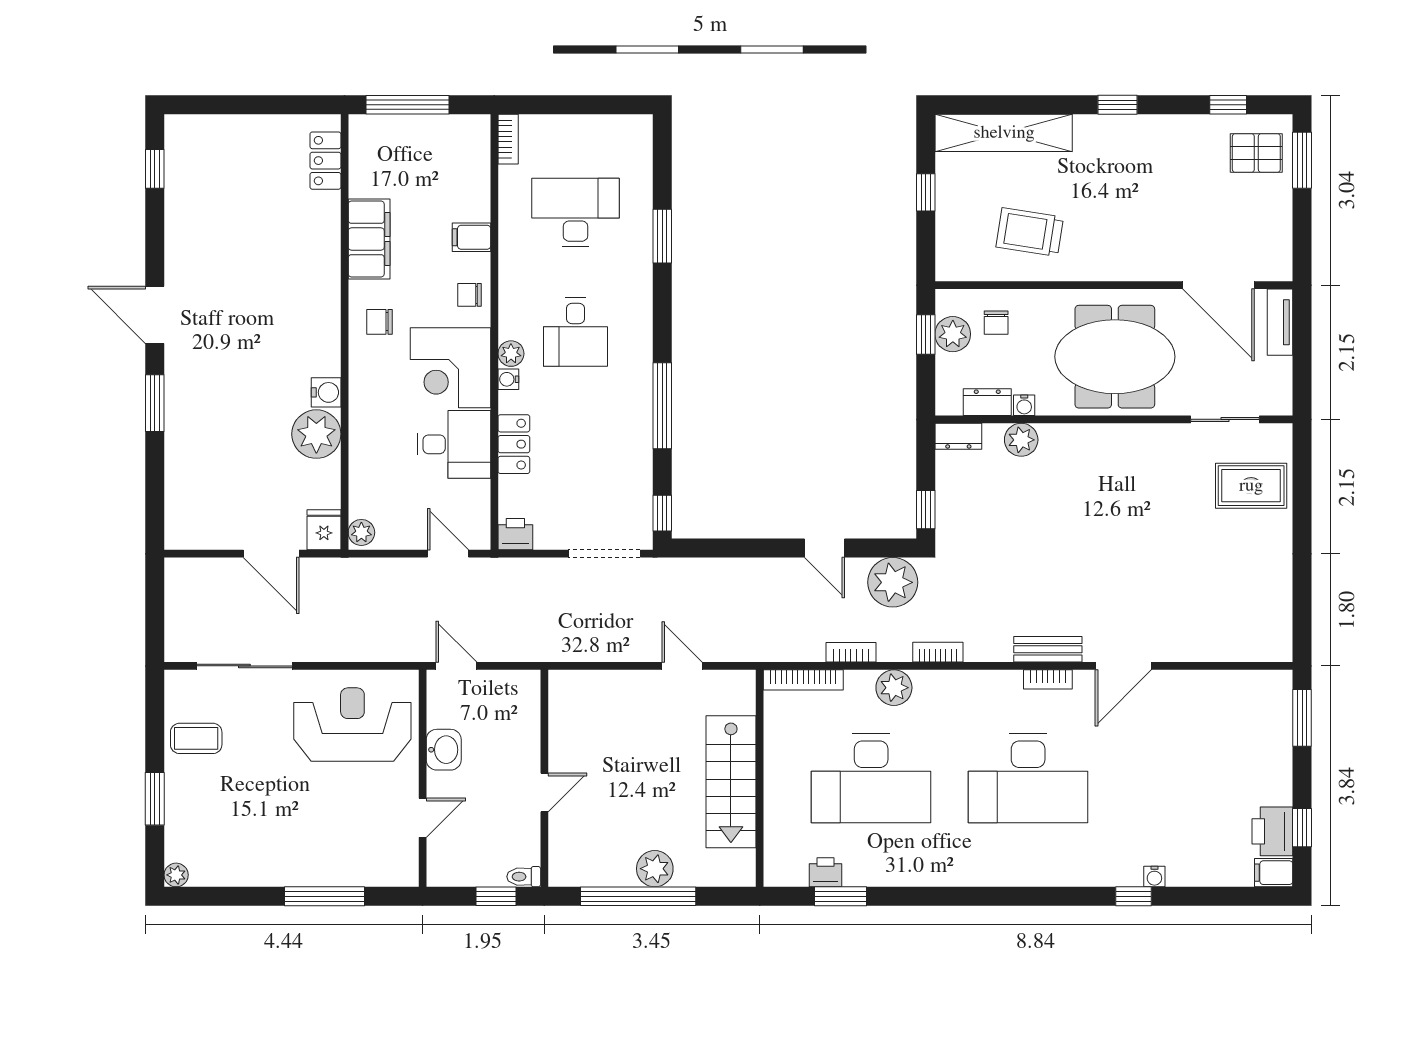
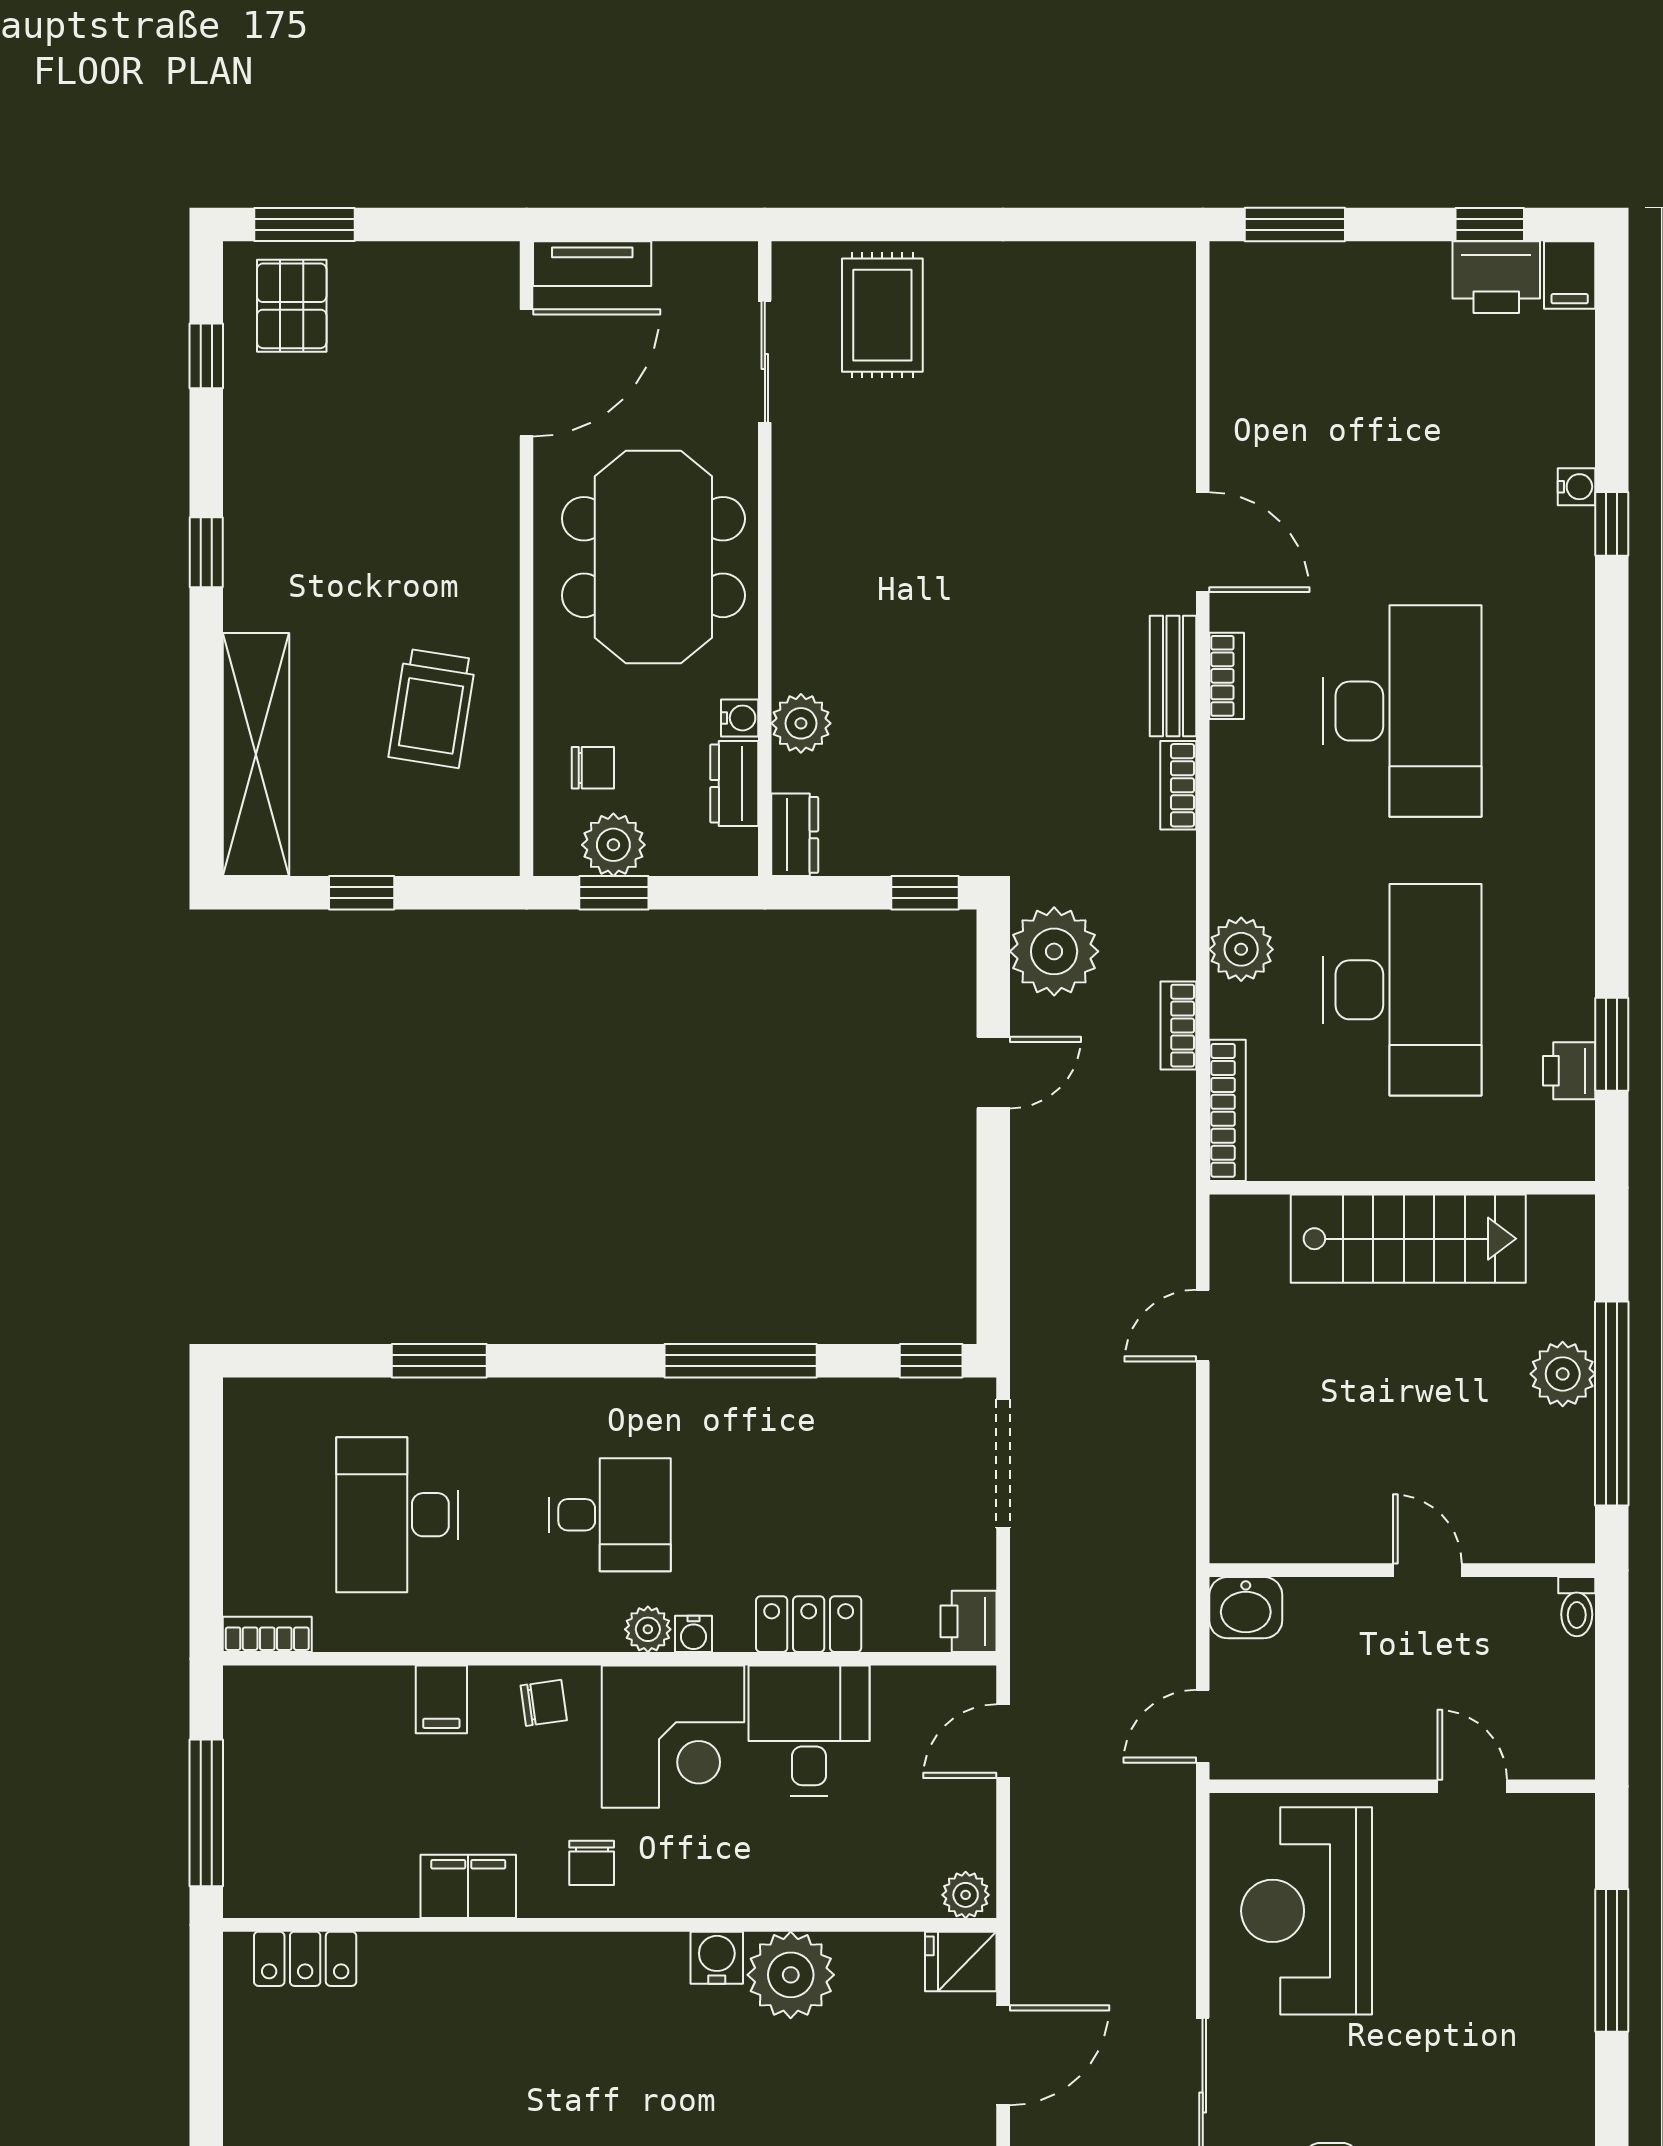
filing cabinet: (369, 239) -> (468, 1886), width x0.67, depth x0.86
chair: (470, 295) -> (544, 1703), turned -98
bookcase: (938, 652) -> (1178, 785), moved
washbasin: (444, 750) -> (1246, 1608), moved, turned 180
window: (496, 896) -> (1612, 1656), removed

